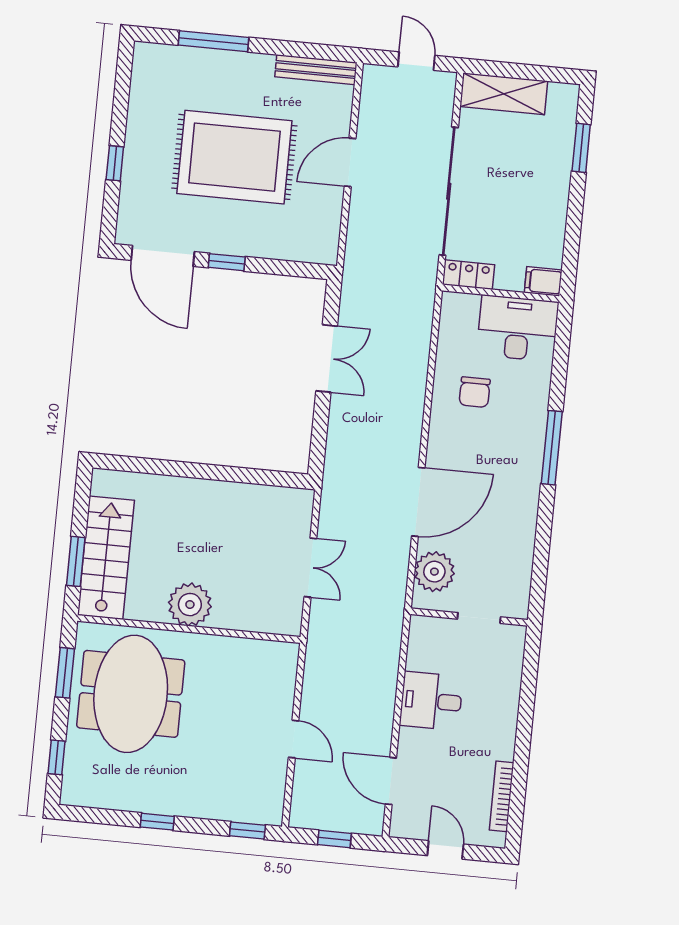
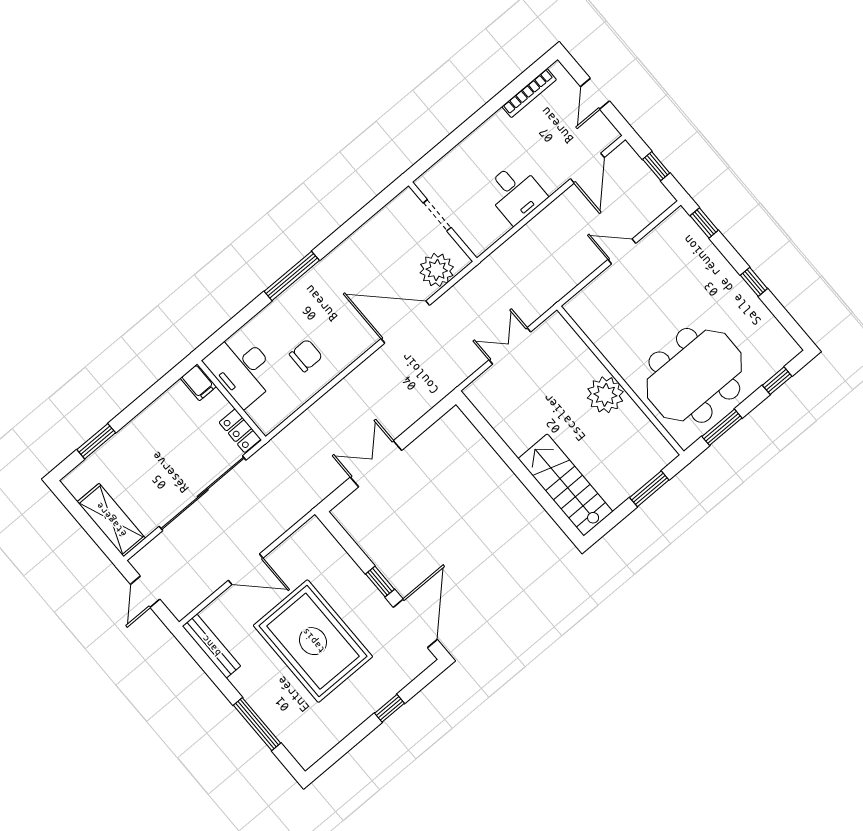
stairs: (106, 558) -> (565, 485), moved, turned 90
door: (294, 739) -> (622, 251), hinge flipped

